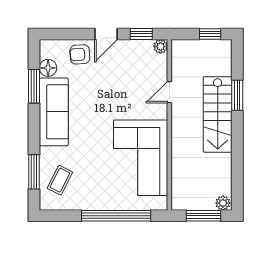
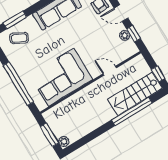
plant: (161, 46) -> (125, 35), moved
window: (237, 95) -> (132, 112), width x2.11
stairs: (218, 114) -> (135, 94), moved

